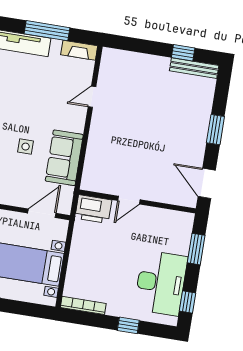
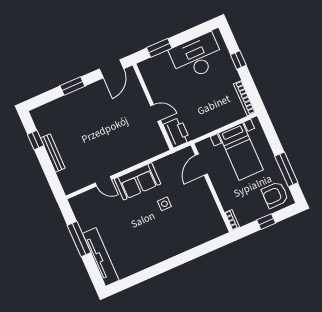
fireplace: (79, 50) -> (78, 209), removed
bench: (194, 68) -> (53, 153), moved
sofa: (64, 158) -> (138, 181), moved
door: (42, 213) -> (201, 165), hinge flipped
window: (188, 302) -> (198, 31), removed

